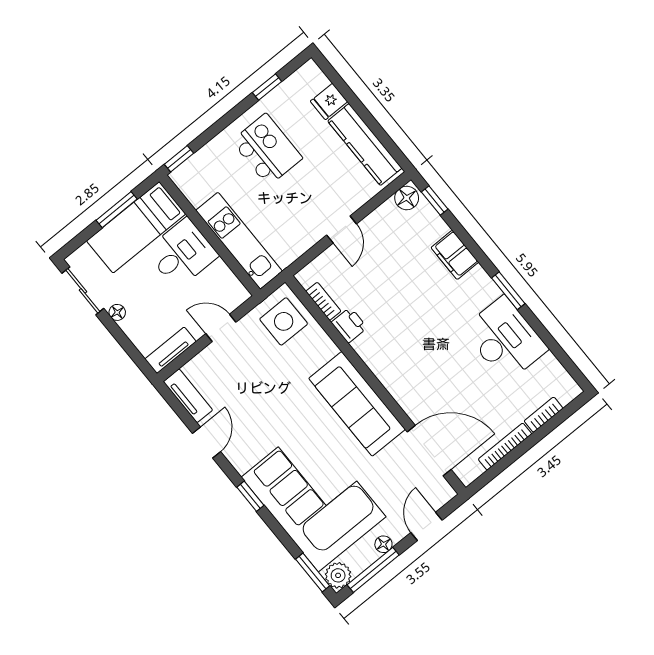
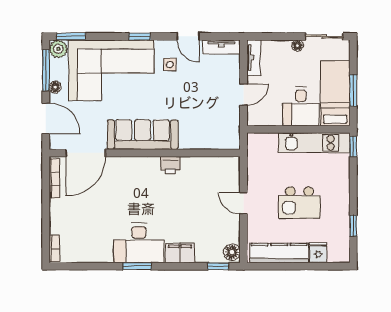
kitchen island: (267, 150) -> (299, 203), moved
kitchen unit: (239, 241) -> (314, 143), moved
bookcase: (323, 301) -> (213, 162), removed
side table: (284, 321) -> (170, 65), moved, width x0.54, depth x0.54
printer: (349, 325) -> (170, 165), moved
desk: (505, 339) -> (139, 243), moved
bookcase: (544, 415) -> (55, 248), moved
bookcase: (505, 447) -> (54, 178), moved
door: (427, 526) -> (46, 118), width x1.38

